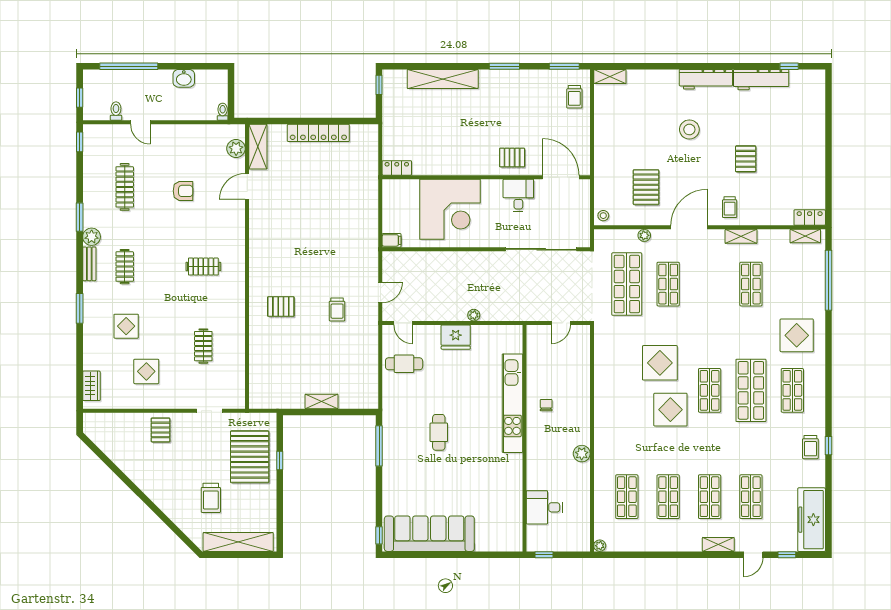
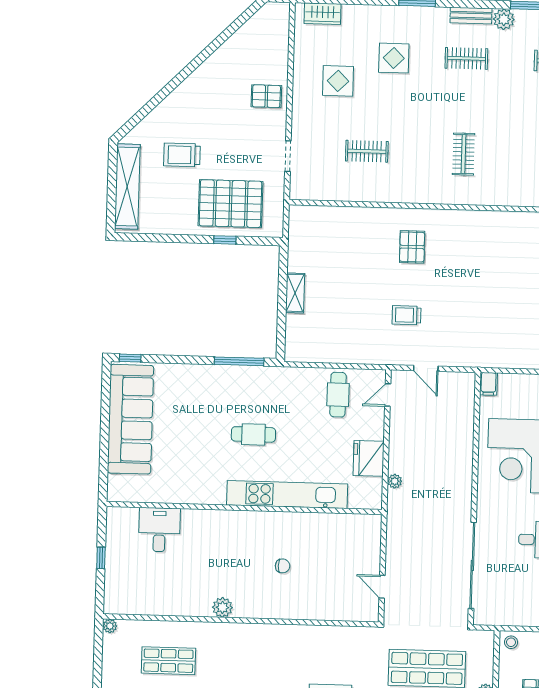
kitchen unit: (512, 403) -> (287, 495), moved
wall: (525, 438) -> (244, 508), moved
desk: (544, 507) -> (159, 530), moved

